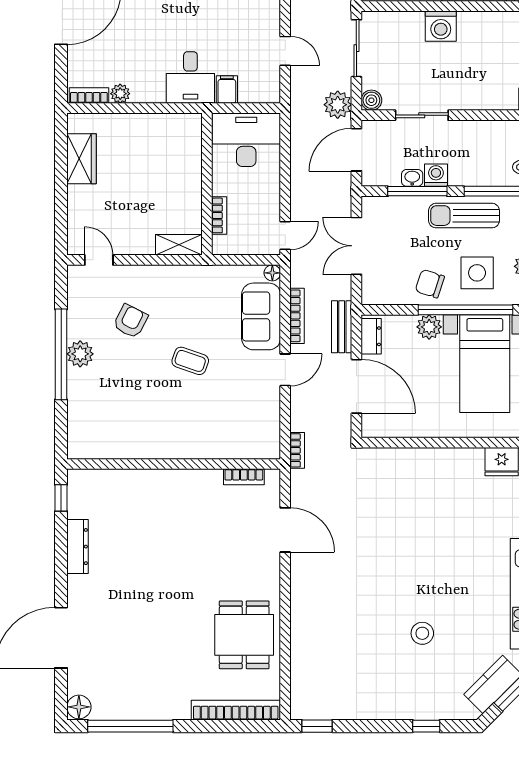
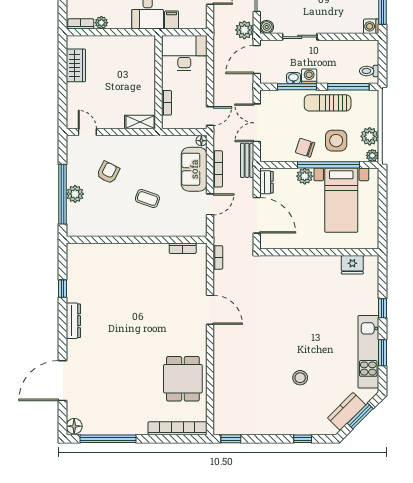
bench: (342, 327) -> (247, 160), moved
wall: (174, 464) -> (137, 240), moved
bookcase: (244, 477) -> (183, 248), moved

